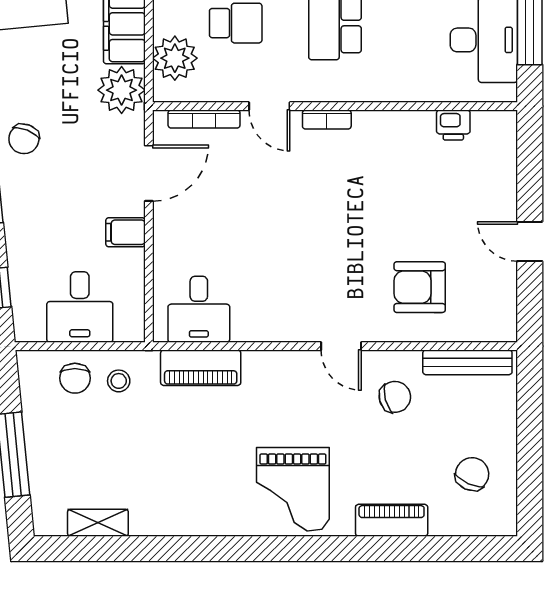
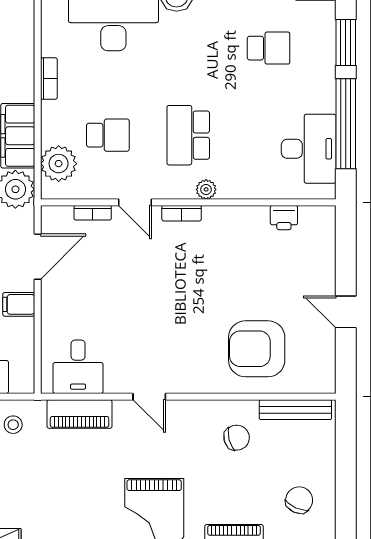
plant: (357, 90) -> (206, 189), added
bookcase: (204, 119) -> (93, 213), width x0.64
armchair: (420, 287) -> (257, 349), width x1.36, depth x1.36
door: (341, 346) -> (149, 397), moved

